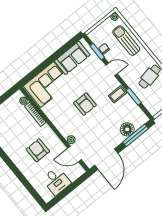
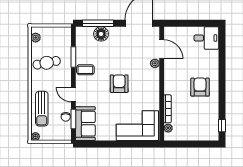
sofa: (72, 58) -> (85, 124), moved, turned 90
armchair: (38, 150) -> (200, 87), moved, turned 180
desk: (56, 181) -> (206, 38), moved, turned 90

